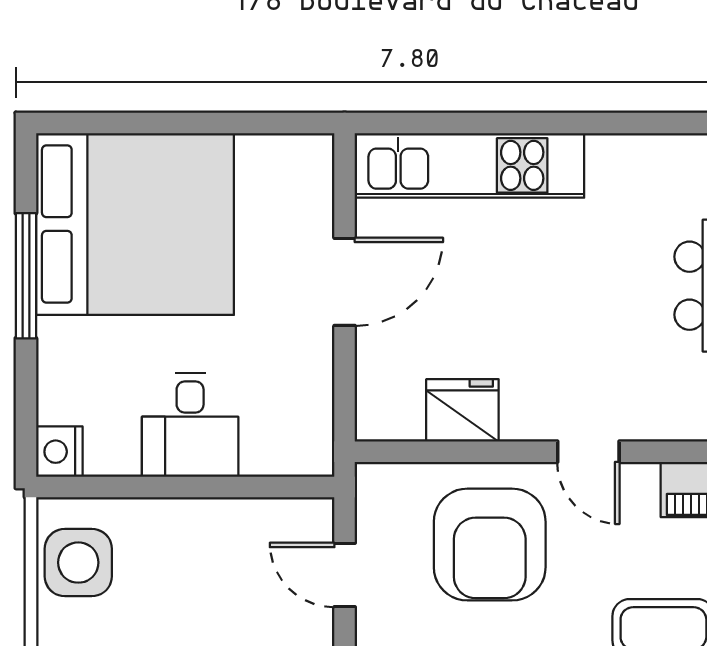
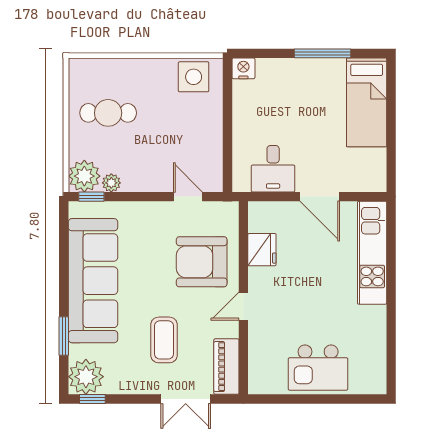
bed: (135, 224) -> (367, 102), width x0.49
desk: (190, 425) -> (273, 169), moved, turned -90
door: (345, 575) -> (188, 197), hinge flipped

